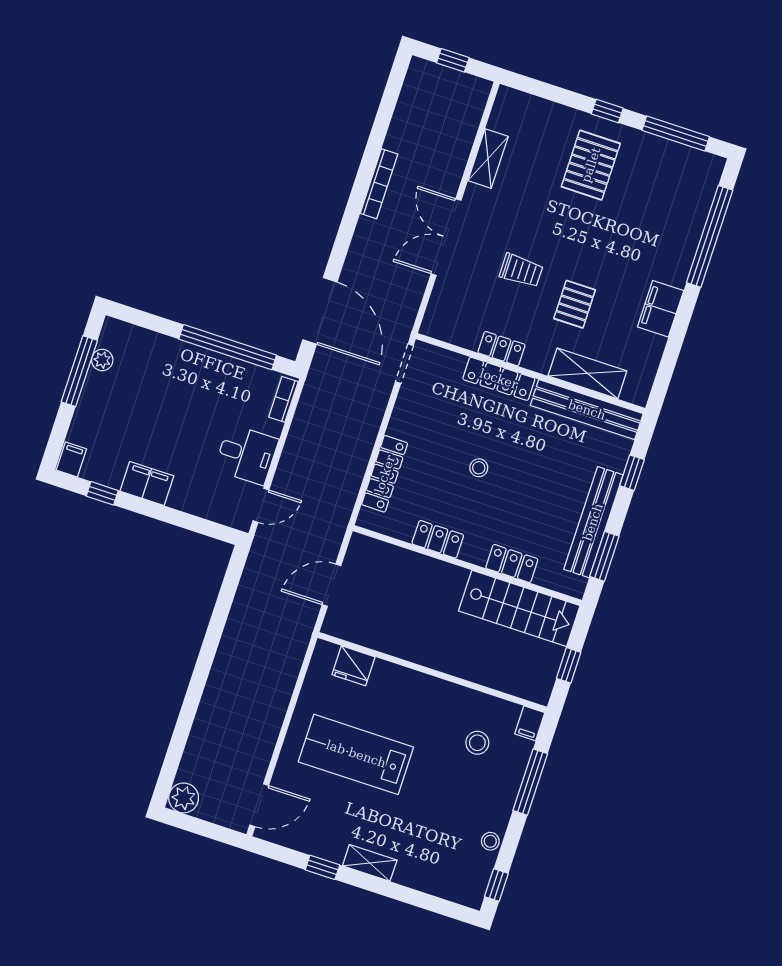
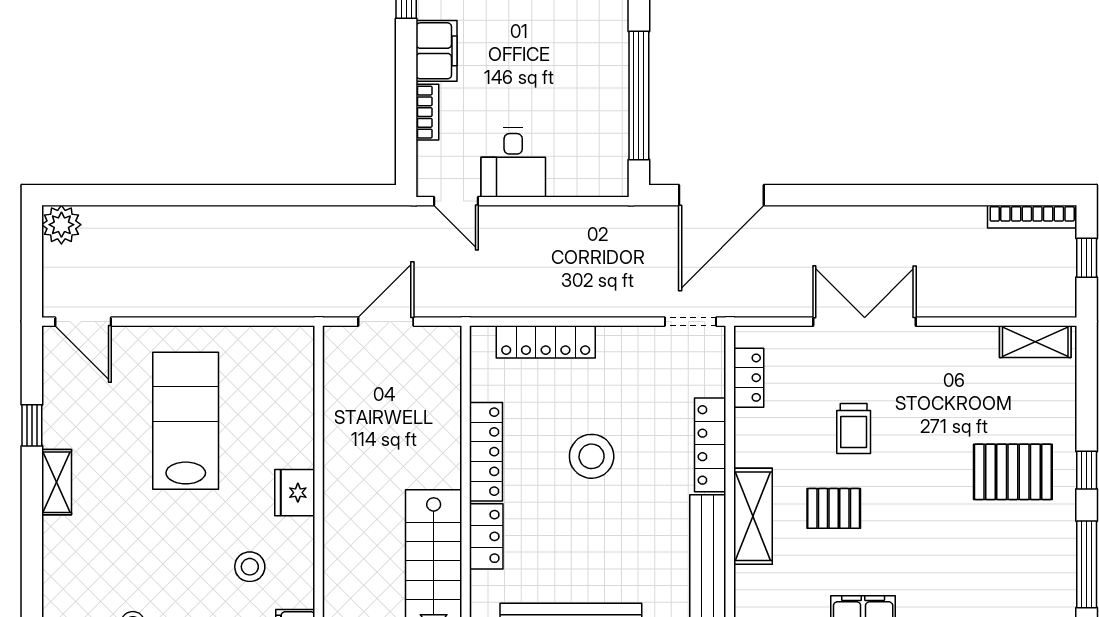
shelving: (488, 159) -> (1035, 342), moved
bookcase: (379, 184) -> (1032, 217), moved
locker: (501, 349) -> (749, 378), moved
shelving: (587, 373) -> (753, 516), moved
bookcase: (283, 399) -> (427, 112), moved, turned 90
stool: (479, 468) -> (592, 456), width x1.89, depth x1.89
locker: (438, 539) -> (486, 452), width x1.53
door: (332, 585) -> (386, 322), hinge flipped
fridge: (353, 666) -> (295, 493), moved

